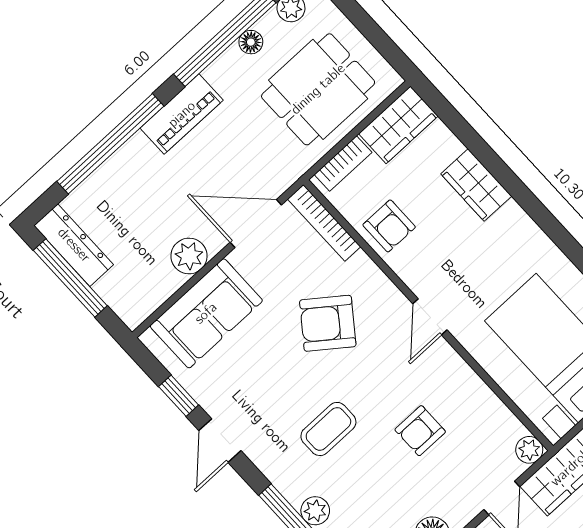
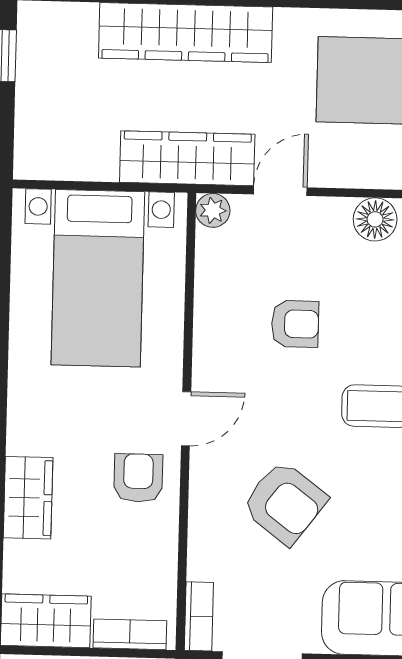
bookcase: (324, 223) -> (199, 616), width x0.64
armchair: (389, 226) -> (138, 478), moved

